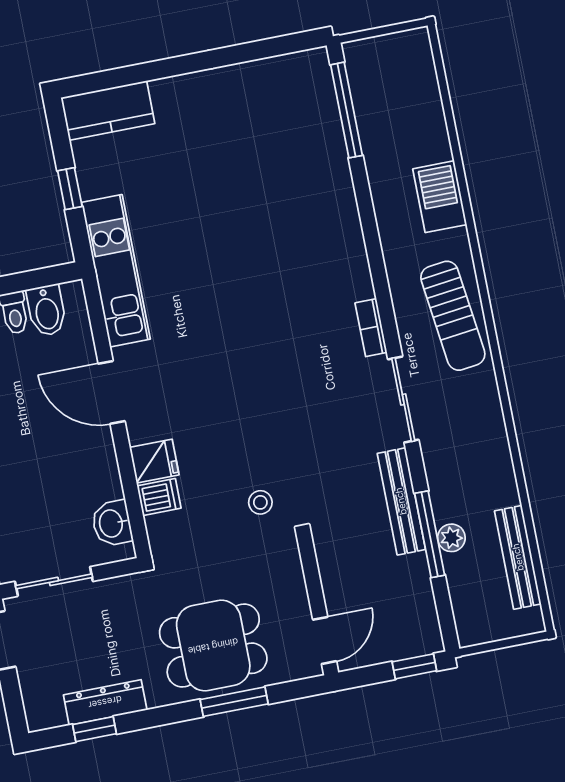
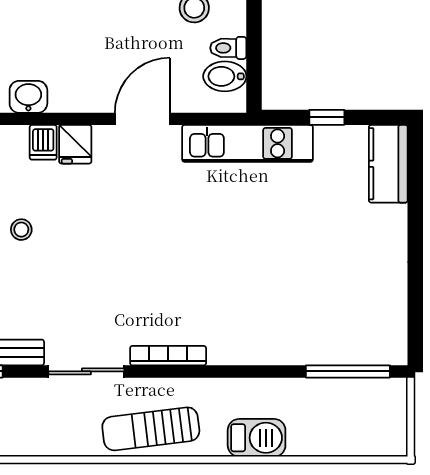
bookcase: (371, 328) -> (168, 356), width x1.56

